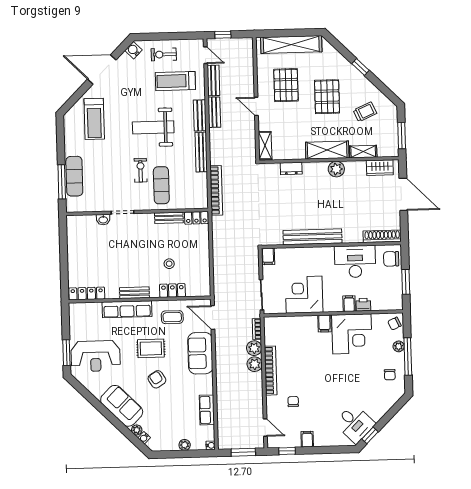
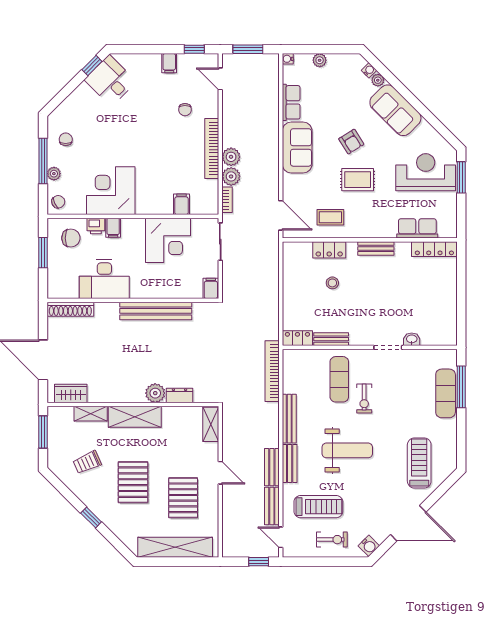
plant: (336, 169) -> (155, 393), moved
chair: (391, 259) -> (71, 238), moved
row of seats: (127, 309) -> (417, 228), moved, width x0.68
filing cabinet: (324, 323) -> (181, 204), moved
sofa: (200, 353) -> (297, 147), moved

